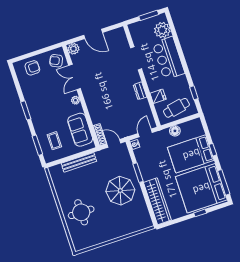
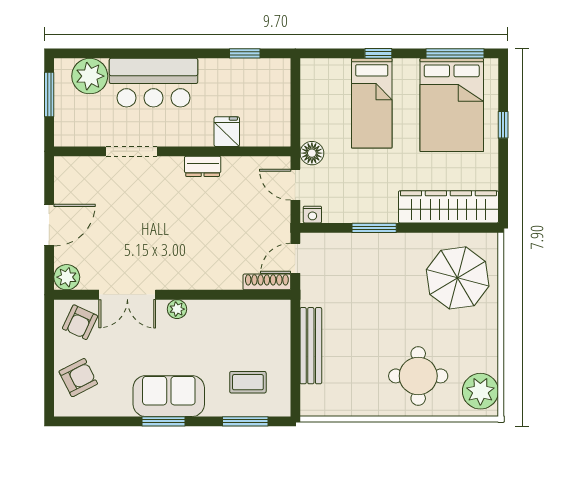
armchair: (32, 68) -> (78, 378), turned 63
cafe table: (176, 108) -> (264, 101), removed
sofa: (80, 130) -> (169, 396), moved, turned 180
floor lamp: (175, 131) -> (312, 153), moved
bed: (191, 154) -> (372, 103), width x0.67
bed: (201, 188) -> (452, 105), width x0.73
parasol: (120, 191) -> (458, 278), moved
plant: (84, 241) -> (480, 391), added

